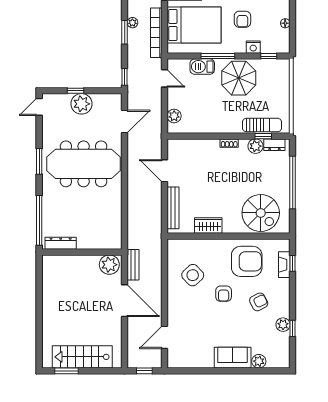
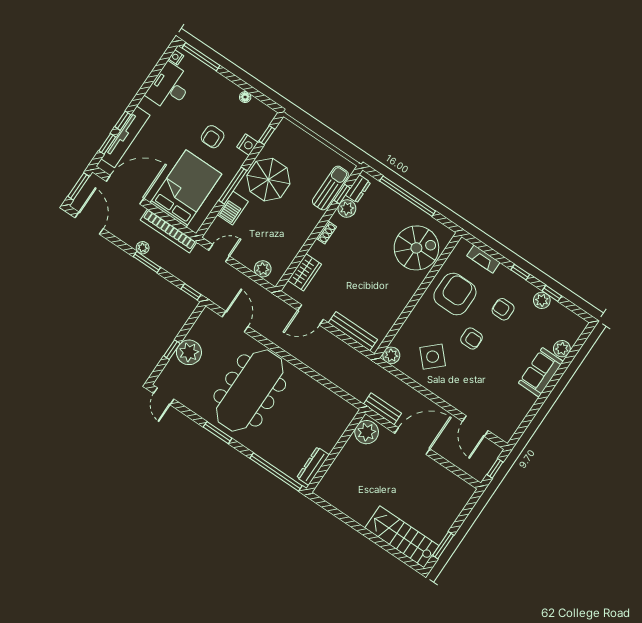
armchair: (242, 19) -> (213, 137), turned 90
wardrobe: (208, 226) -> (305, 272), moved, turned 180
plant: (174, 246) -> (391, 355), added
window: (293, 263) -> (520, 272), moved
armchair: (259, 302) -> (503, 309), turned -63
stairs: (82, 357) -> (402, 537), moved, turned 90

